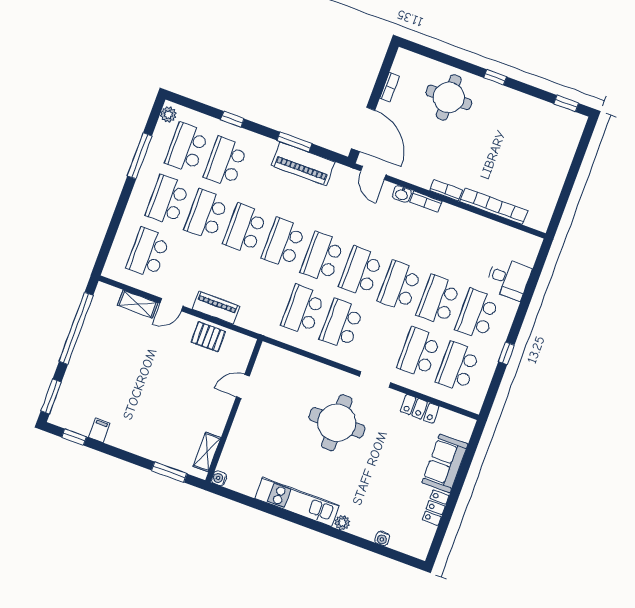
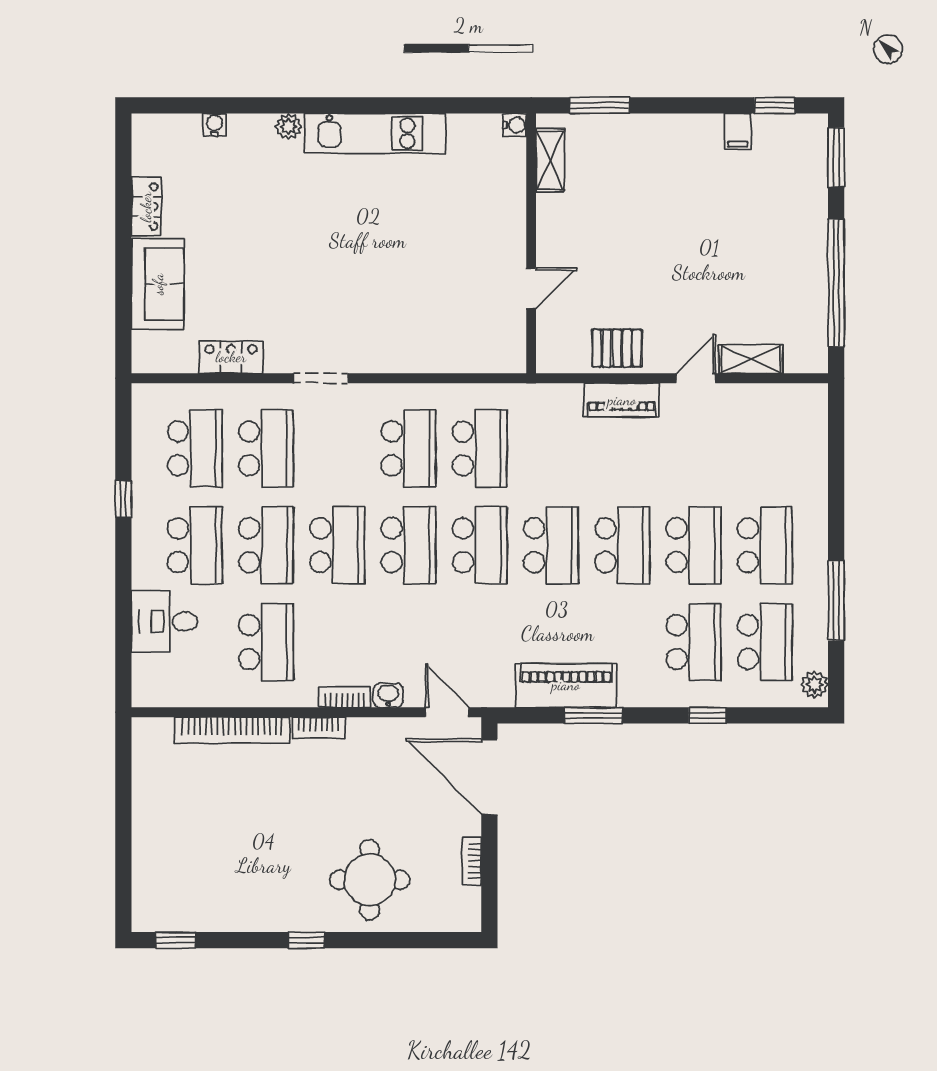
school desk: (148, 253) -> (266, 642), moved
round table: (337, 423) -> (357, 285), removed

